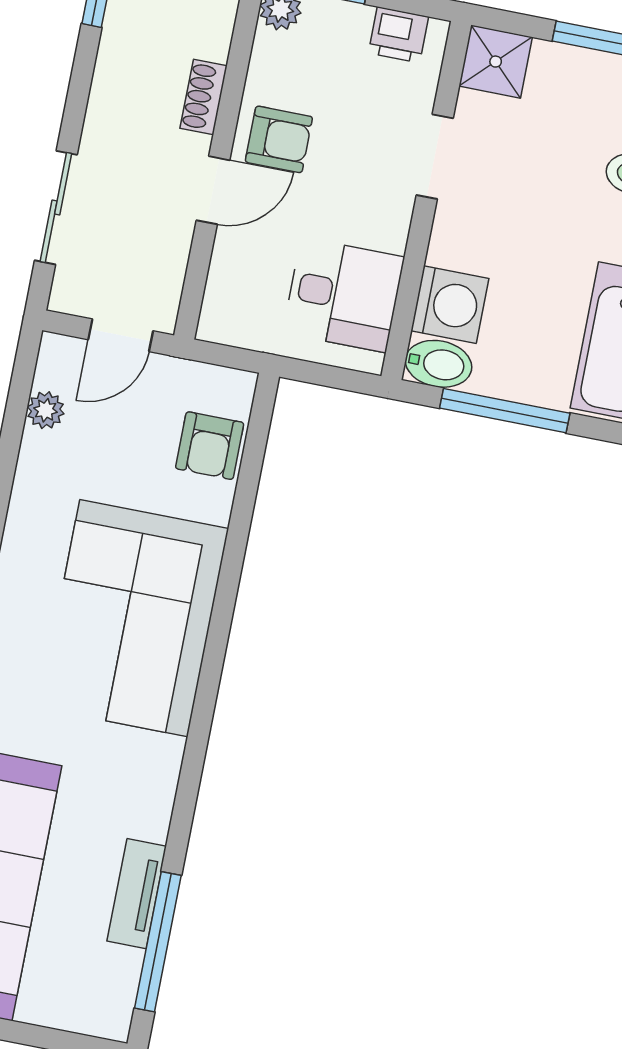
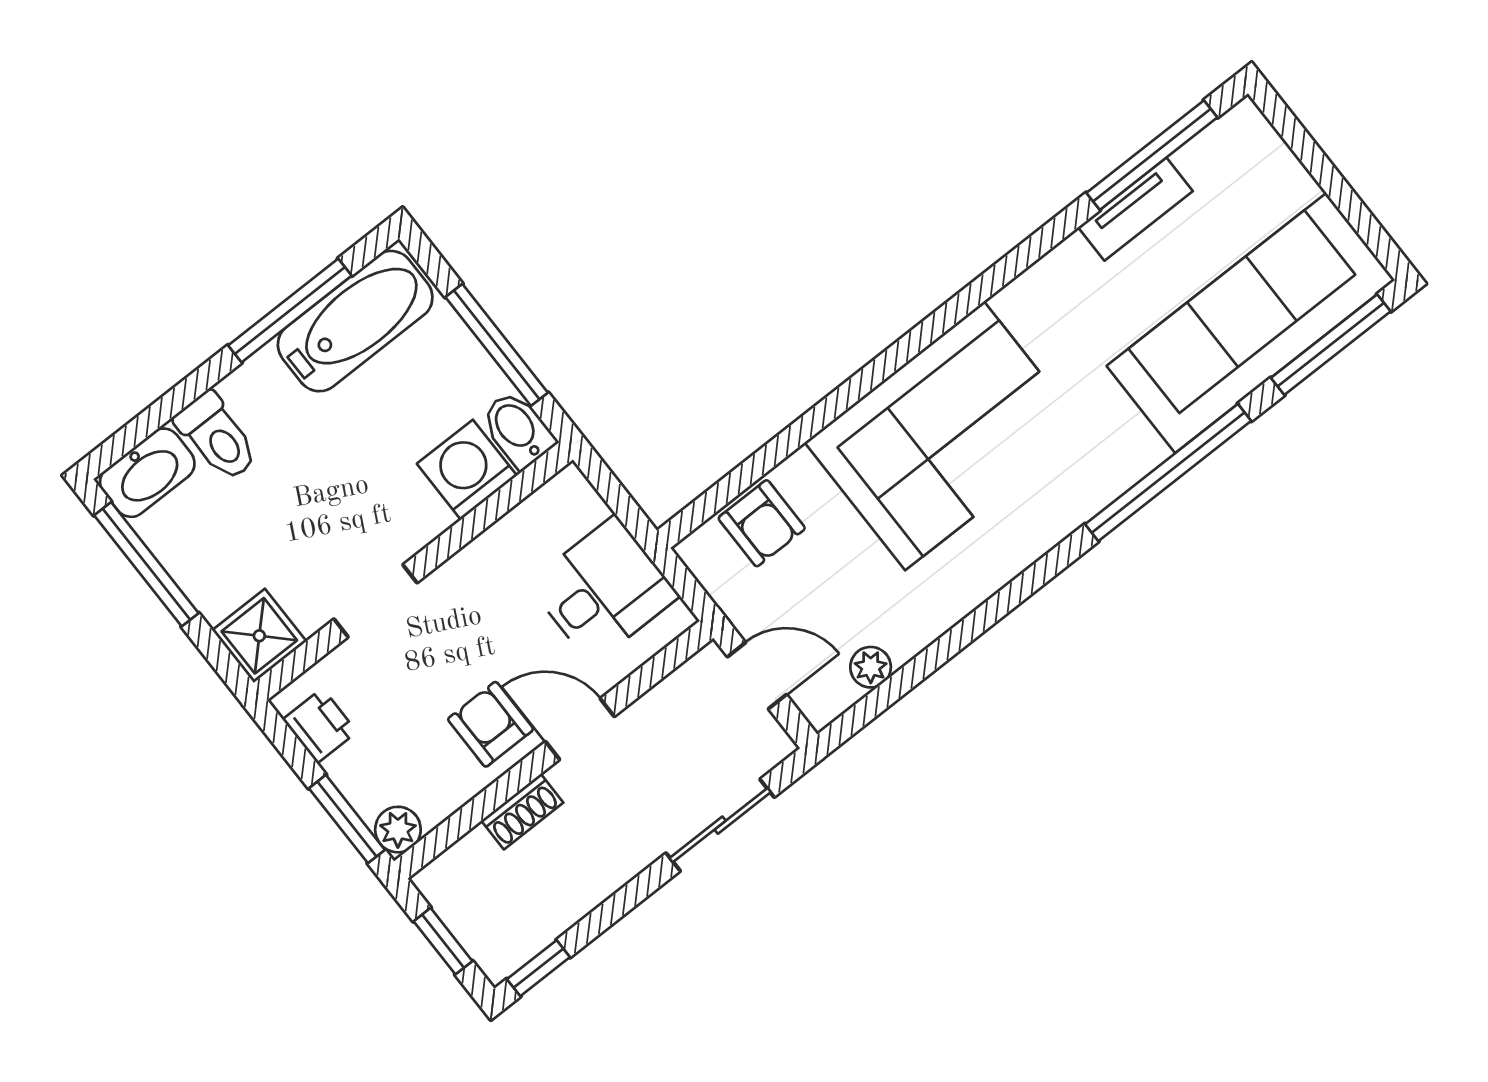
desk: (344, 295) -> (603, 590), moved, turned 90
armchair: (210, 446) -> (762, 523), turned 90

